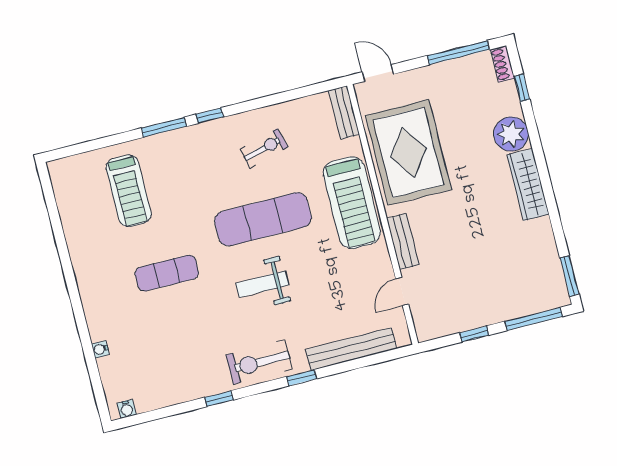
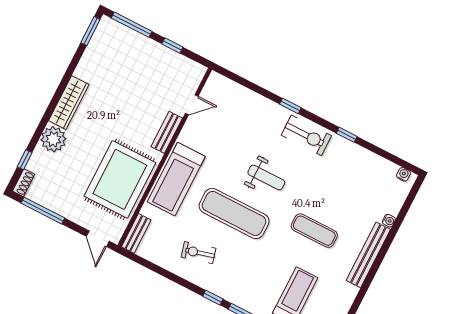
treadmill: (352, 203) -> (176, 179), turned 180
bench: (351, 349) -> (368, 255), moved, turned 90

